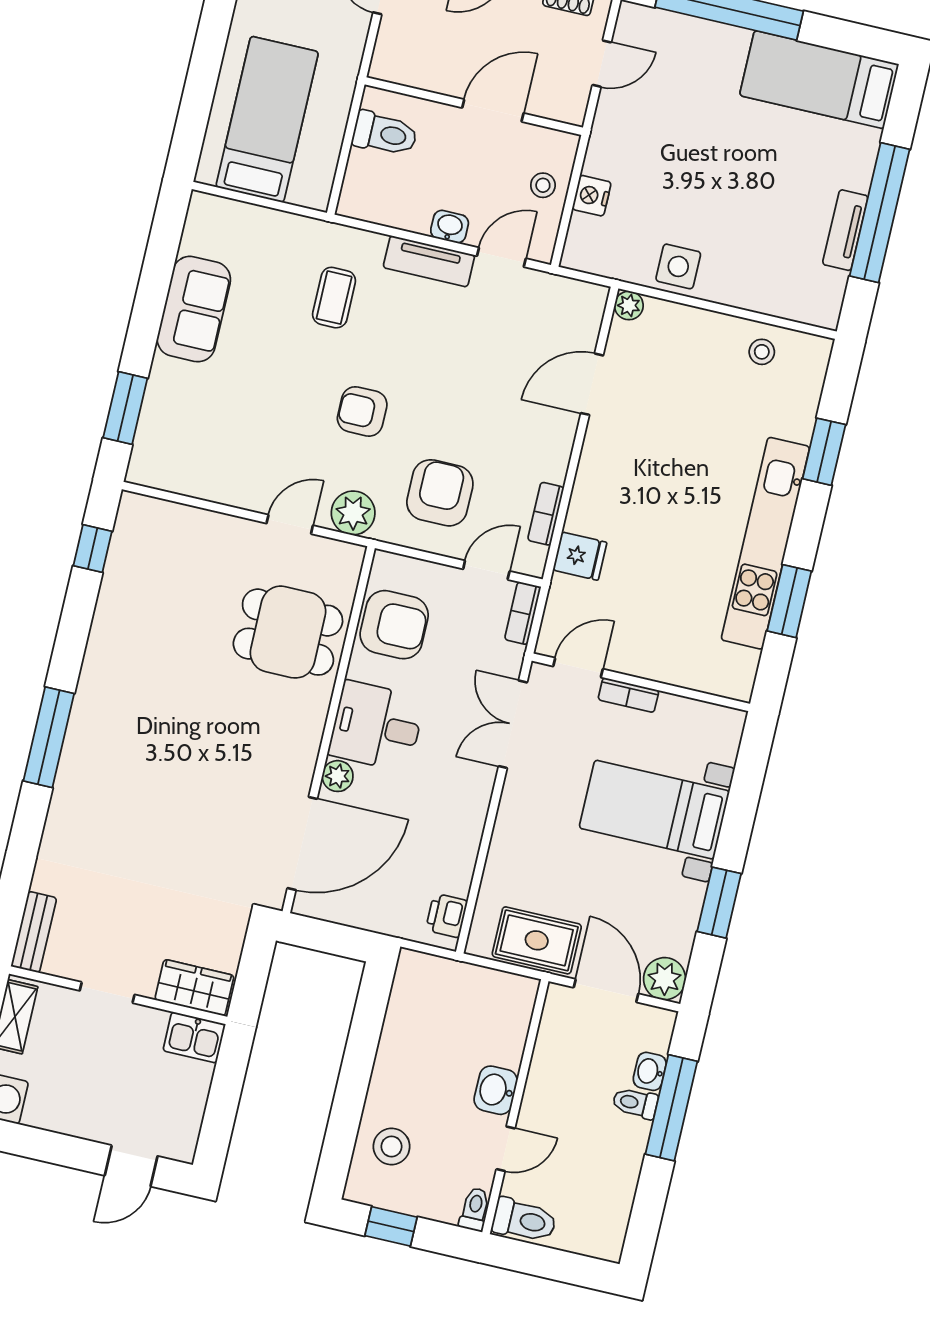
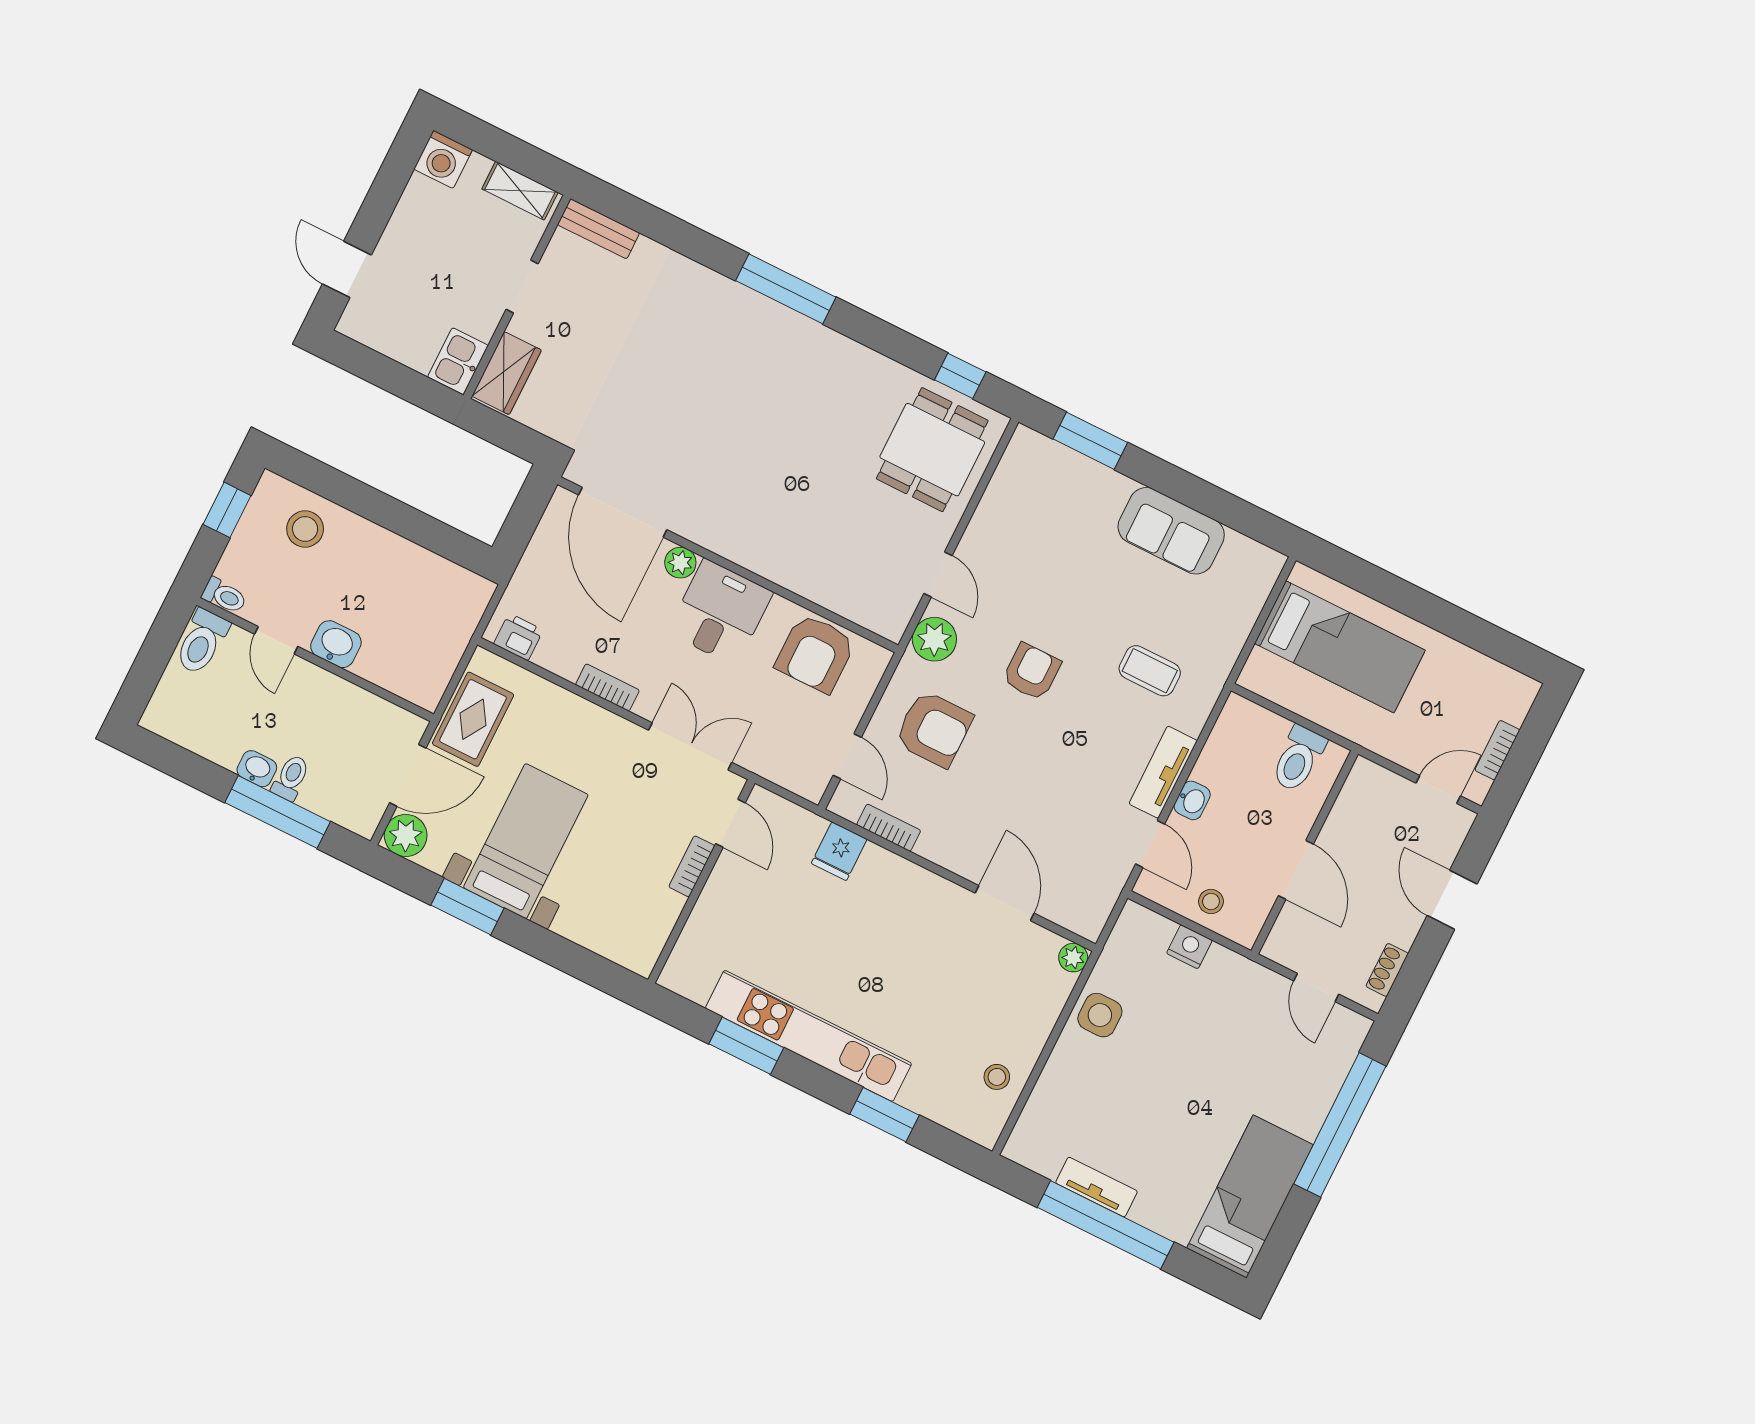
bookcase: (523, 613) -> (607, 687), moved
dining table: (288, 632) -> (932, 450), moved
bed with nightstands: (654, 810) -> (526, 841), moved
washbasin: (650, 1071) -> (257, 769), moved

